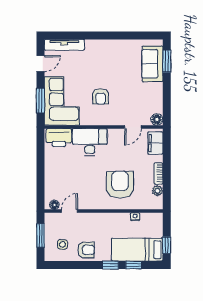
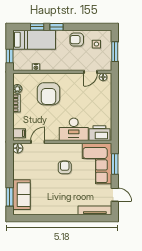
door: (40, 64) -> (115, 195), swing flipped
filing cabinet: (155, 143) -> (19, 133), width x0.50
window: (167, 245) -> (10, 56), moved

